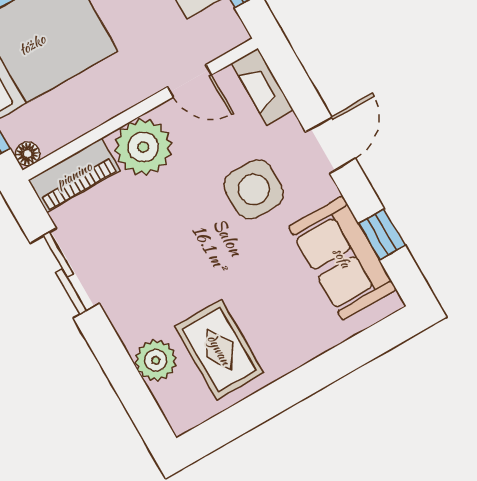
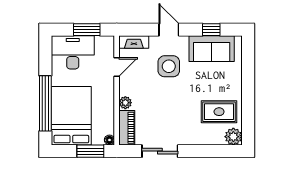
plant: (143, 147) -> (125, 103), width x0.53, depth x0.53
plant: (156, 360) -> (233, 137), moved

